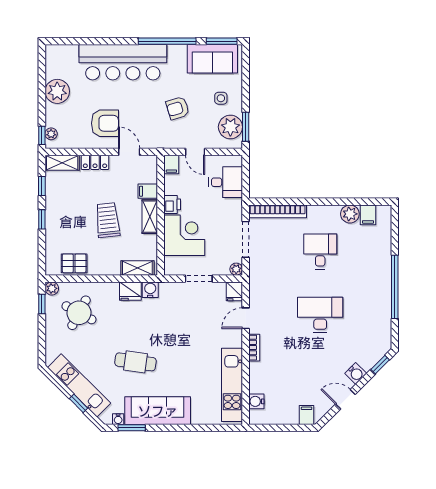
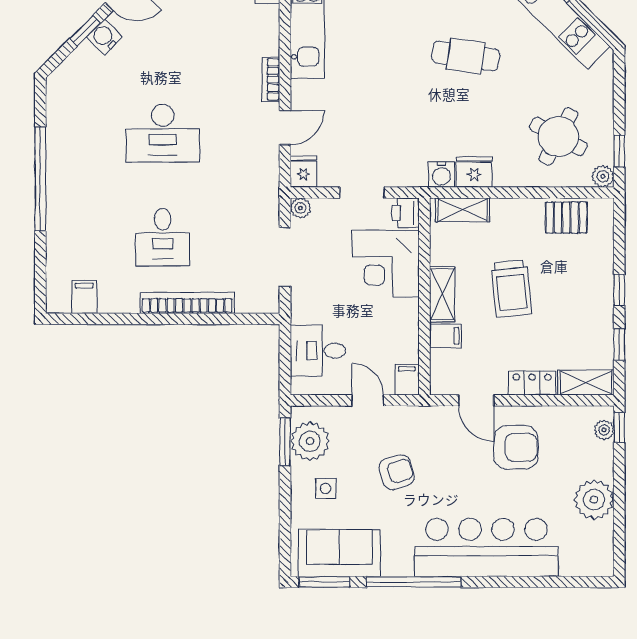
armchair: (105, 123) -> (516, 447), turned 180
printer: (172, 204) -> (406, 213), moved
bookcase: (278, 211) -> (187, 303), moved
plant: (350, 214) -> (114, 299), removed
window: (380, 365) -> (85, 31), moved

